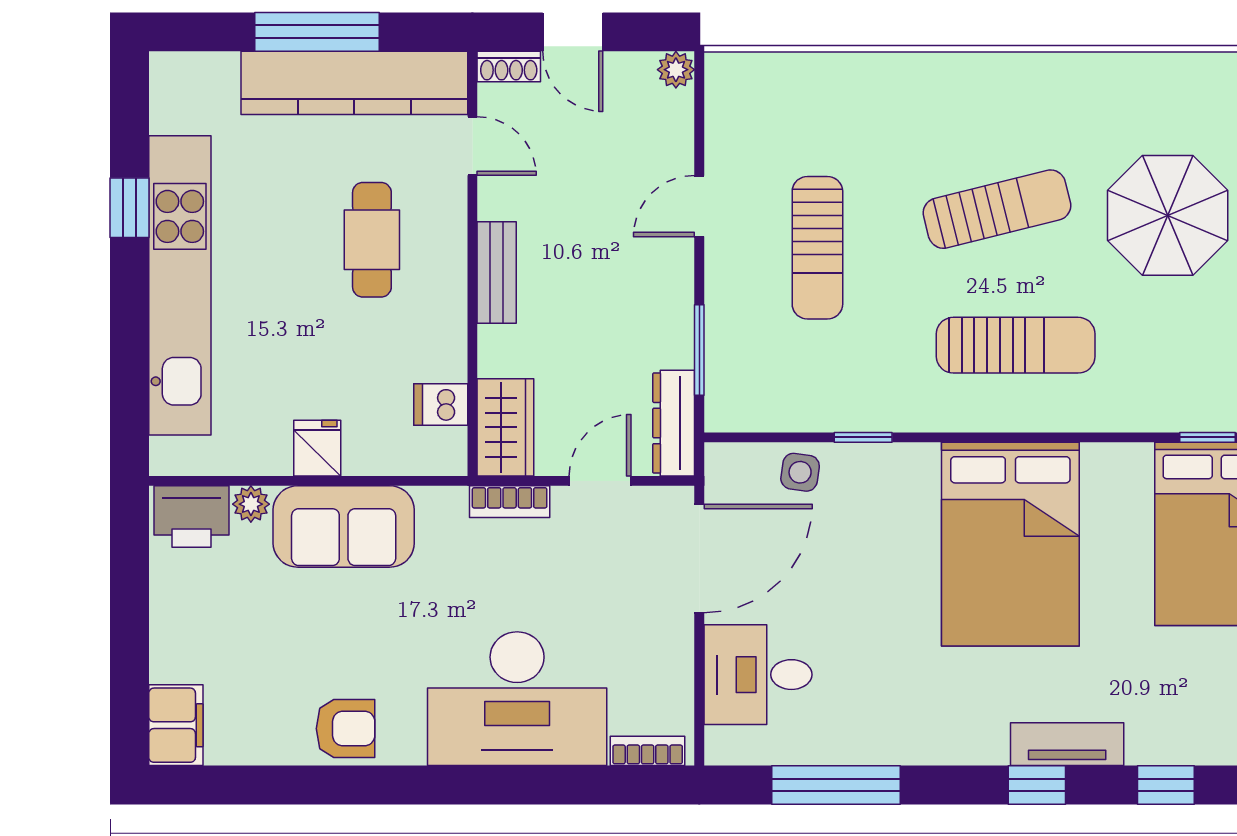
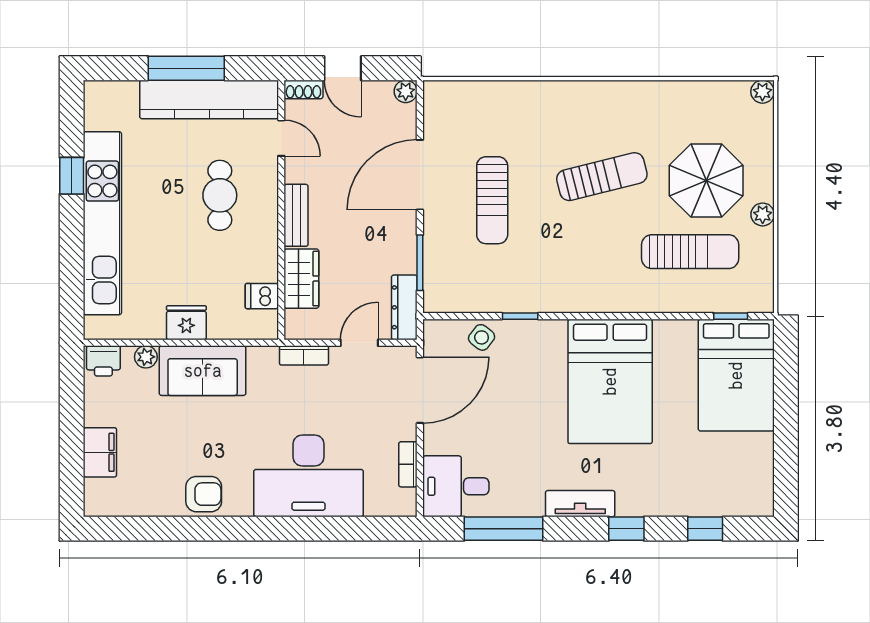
door: (699, 206) -> (420, 175), width x1.88
sun lounger: (1016, 345) -> (690, 252), moved
wardrobe: (505, 427) -> (301, 279), moved
fridge: (317, 448) -> (186, 323), width x1.38
side table: (800, 472) -> (482, 337), turned 30
printer: (191, 517) -> (103, 361), width x0.73, depth x0.81
desk: (758, 675) -> (456, 486), moved
filing cabinet: (176, 725) -> (100, 452), moved
tv unit: (1067, 744) -> (580, 504), moved
bookcase: (648, 751) -> (408, 464), moved, turned -90

